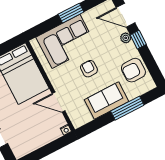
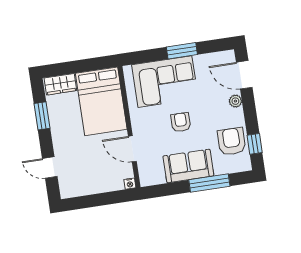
window: (138, 40) -> (255, 144), moved
armchair: (133, 70) -> (232, 141), turned 90

